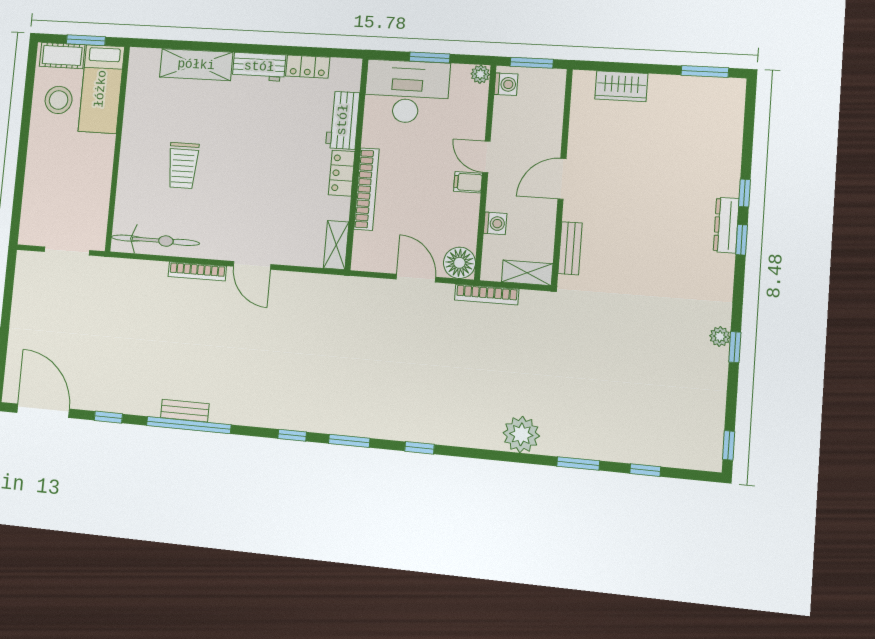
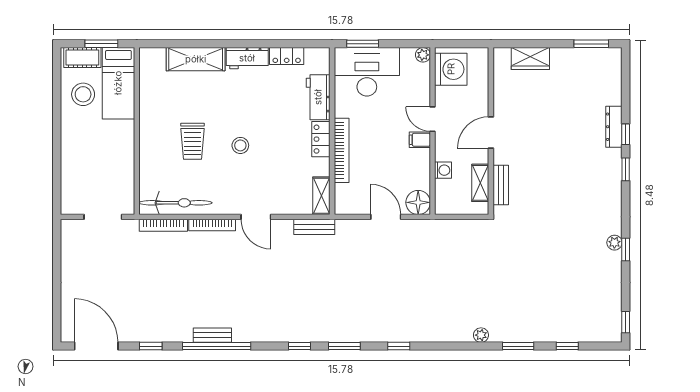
window: (430, 58) -> (363, 44), moved
window: (532, 63) -> (462, 44), removed
washing machine: (506, 84) -> (451, 69), width x1.89, depth x1.89
stool: (241, 174) -> (240, 145), added
dresser: (726, 225) -> (614, 127), moved
shelving: (527, 273) -> (480, 183), moved, turned 90
bench: (324, 284) -> (314, 227), added
bookcase: (487, 295) -> (163, 225), moved
plant: (521, 434) -> (481, 335), width x0.53, depth x0.53

